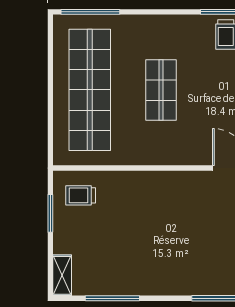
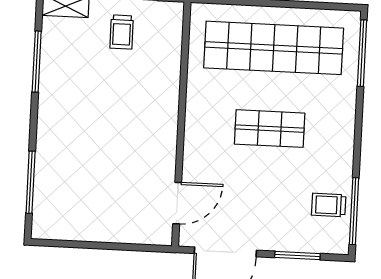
trolley: (81, 195) -> (122, 32), moved, turned 180

